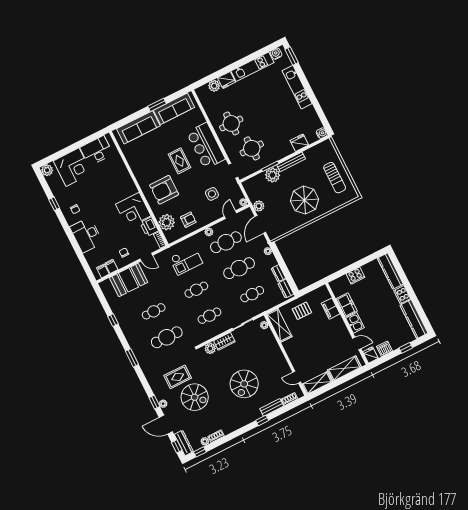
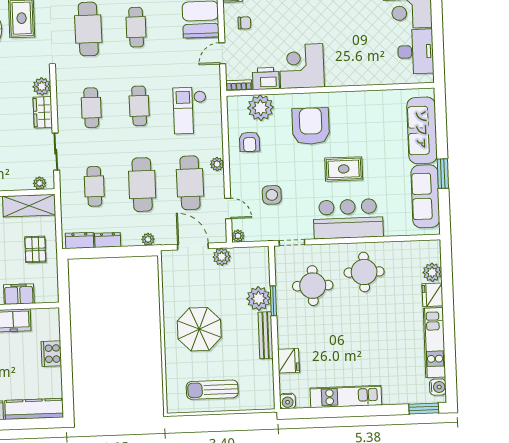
kitchen unit: (297, 87) -> (346, 397), moved

